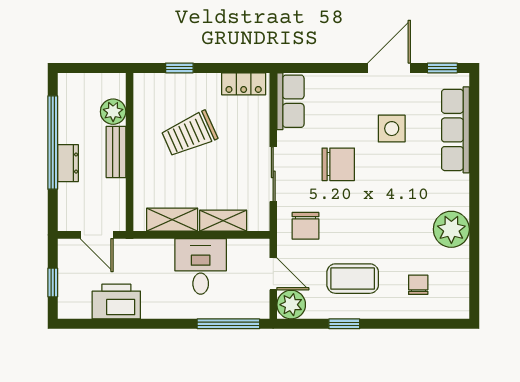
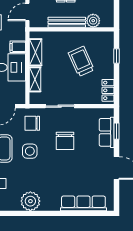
window: (442, 68) -> (116, 131), moved
row of seats: (290, 101) -> (107, 132), moved, turned 90
side table: (392, 129) -> (30, 151), moved
bench: (116, 152) -> (67, 22), width x1.36
filing cabinet: (162, 253) -> (18, 47), added

